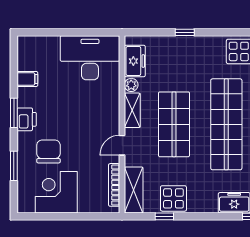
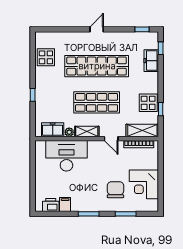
desk: (90, 58) -> (66, 156), moved, turned 90
printer: (27, 119) -> (51, 205), moved
chair: (48, 151) -> (115, 190), turned 90

